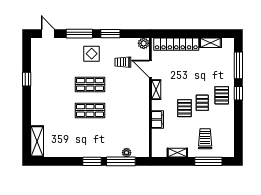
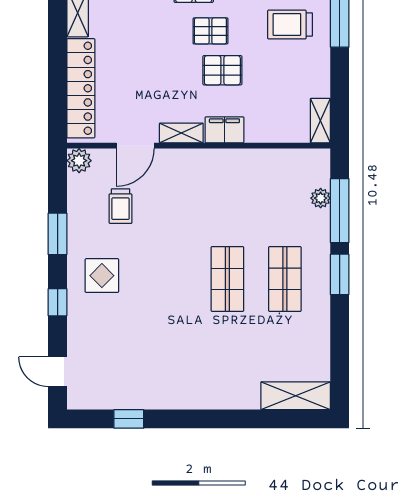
door: (48, 34) -> (58, 372), hinge flipped
window: (79, 34) -> (58, 302), width x0.46
window: (27, 79) -> (129, 419), moved
shop shelf: (90, 84) -> (285, 279), moved
filing cabinet: (157, 120) -> (224, 130), moved
shelving: (177, 153) -> (320, 121), moved

